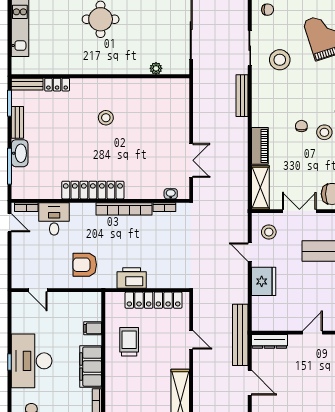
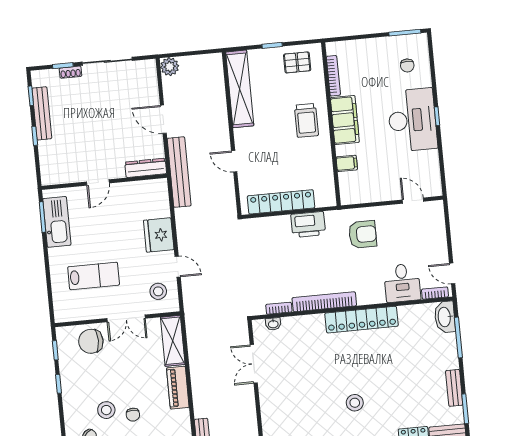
washbasin: (20, 153) -> (445, 317), moved
trolley: (129, 342) -> (306, 120), moved

